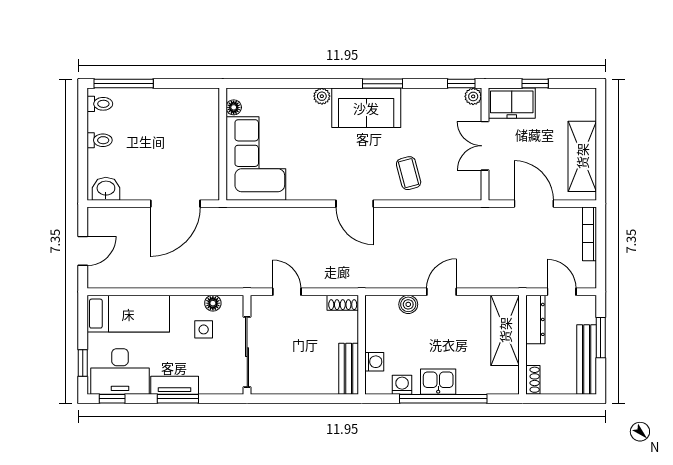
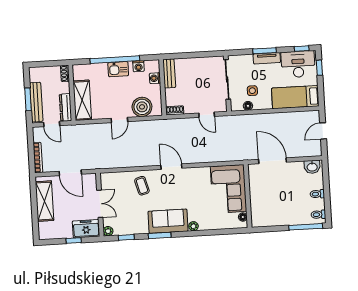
window: (461, 84) -> (126, 237), moved
door: (175, 204) -> (272, 161), hinge flipped
boiler: (408, 304) -> (142, 107), width x1.86, depth x1.86
bench: (587, 359) -> (36, 102), moved

